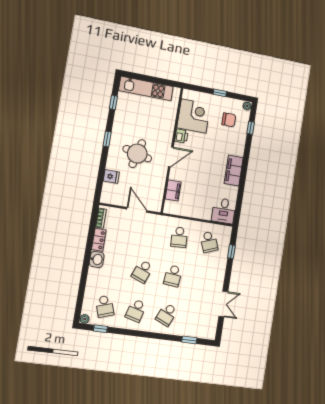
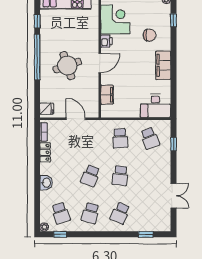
chair: (229, 120) -> (150, 35), moved
window: (107, 139) -> (37, 57), width x3.17
round table: (137, 154) -> (67, 66), turned -33
fridge: (111, 177) -> (47, 109), moved
desk: (224, 211) -> (155, 106), width x1.37
washbasin: (97, 259) -> (46, 183), moved

